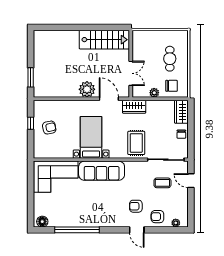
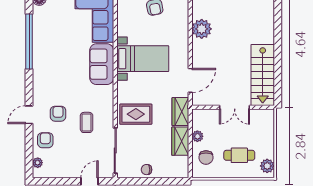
plant: (178, 36) -> (267, 166), added
double door: (131, 73) -> (235, 107), moved
plant: (87, 89) -> (202, 29), moved
wardrobe: (181, 112) -> (180, 141), moved, turned -90
sofa: (102, 171) -> (102, 64), width x0.73
coffee table: (162, 183) -> (87, 122), moved

